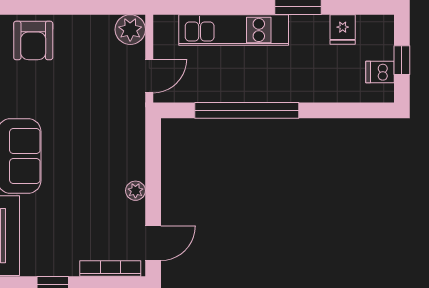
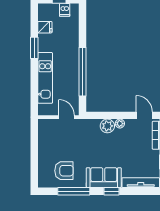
plant: (130, 30) -> (107, 126), moved
armchair: (33, 40) -> (64, 171), moved

